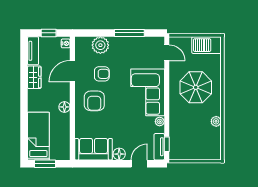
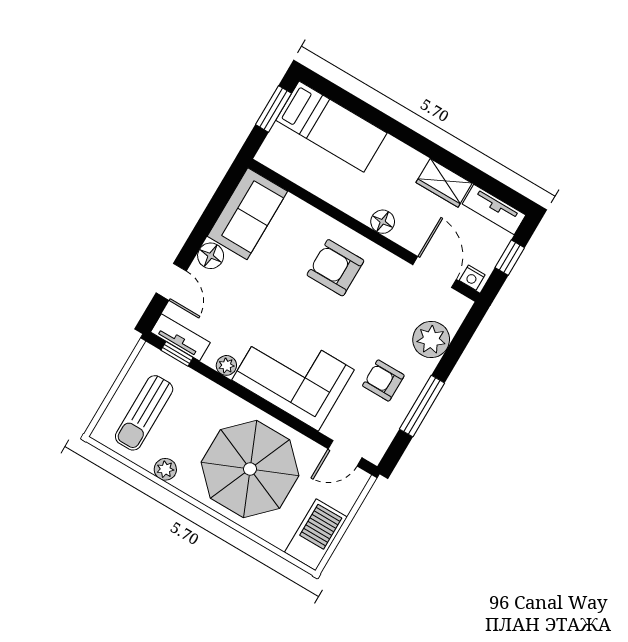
door: (72, 71) -> (435, 272), moved
armchair: (102, 74) -> (383, 380), moved, turned 90
parasol: (196, 87) -> (250, 469), width x1.36, depth x1.36
floor lamp: (64, 107) -> (383, 222), moved
sun lounger: (198, 143) -> (144, 413), added

